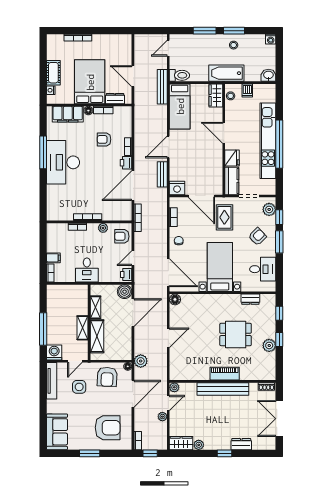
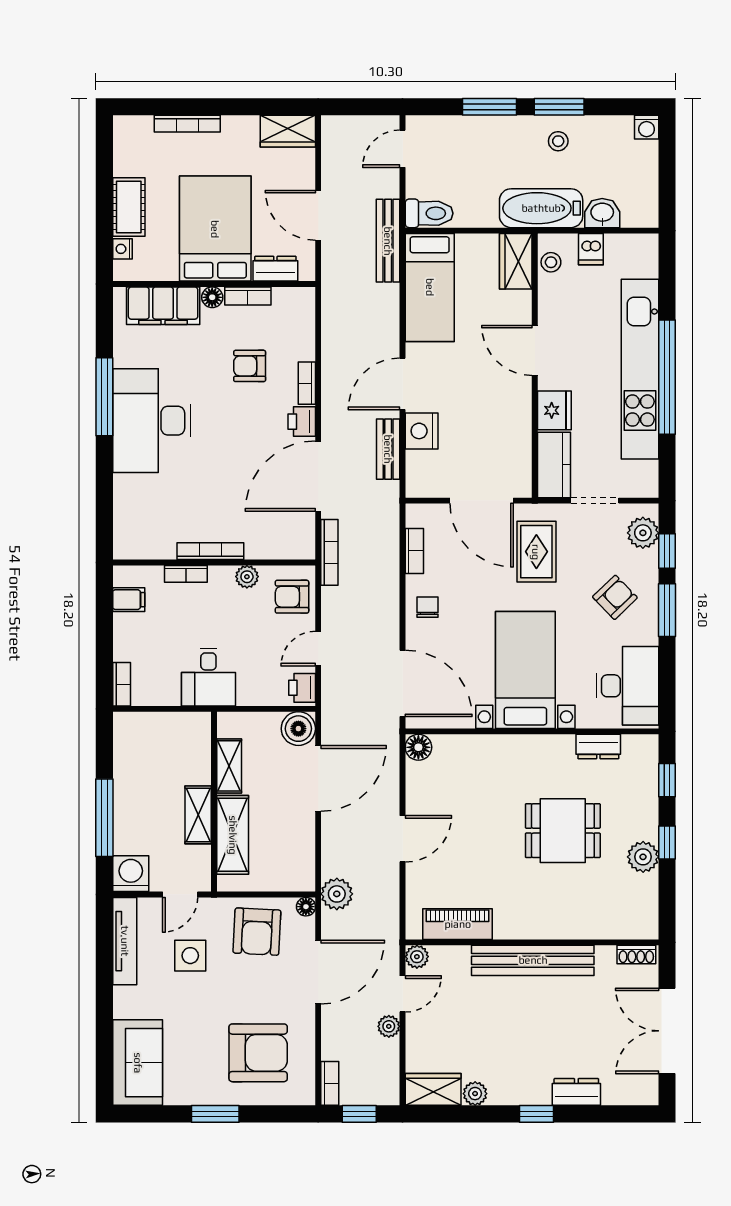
wardrobe: (120, 41) -> (288, 131), added
washbasin: (268, 75) -> (602, 213), moved
nightstand: (177, 188) -> (422, 431), moved, turned 90
filing cabinet: (53, 258) -> (129, 600), moved
desk: (263, 269) -> (628, 686), width x1.37
piano: (225, 374) -> (458, 924), moved

